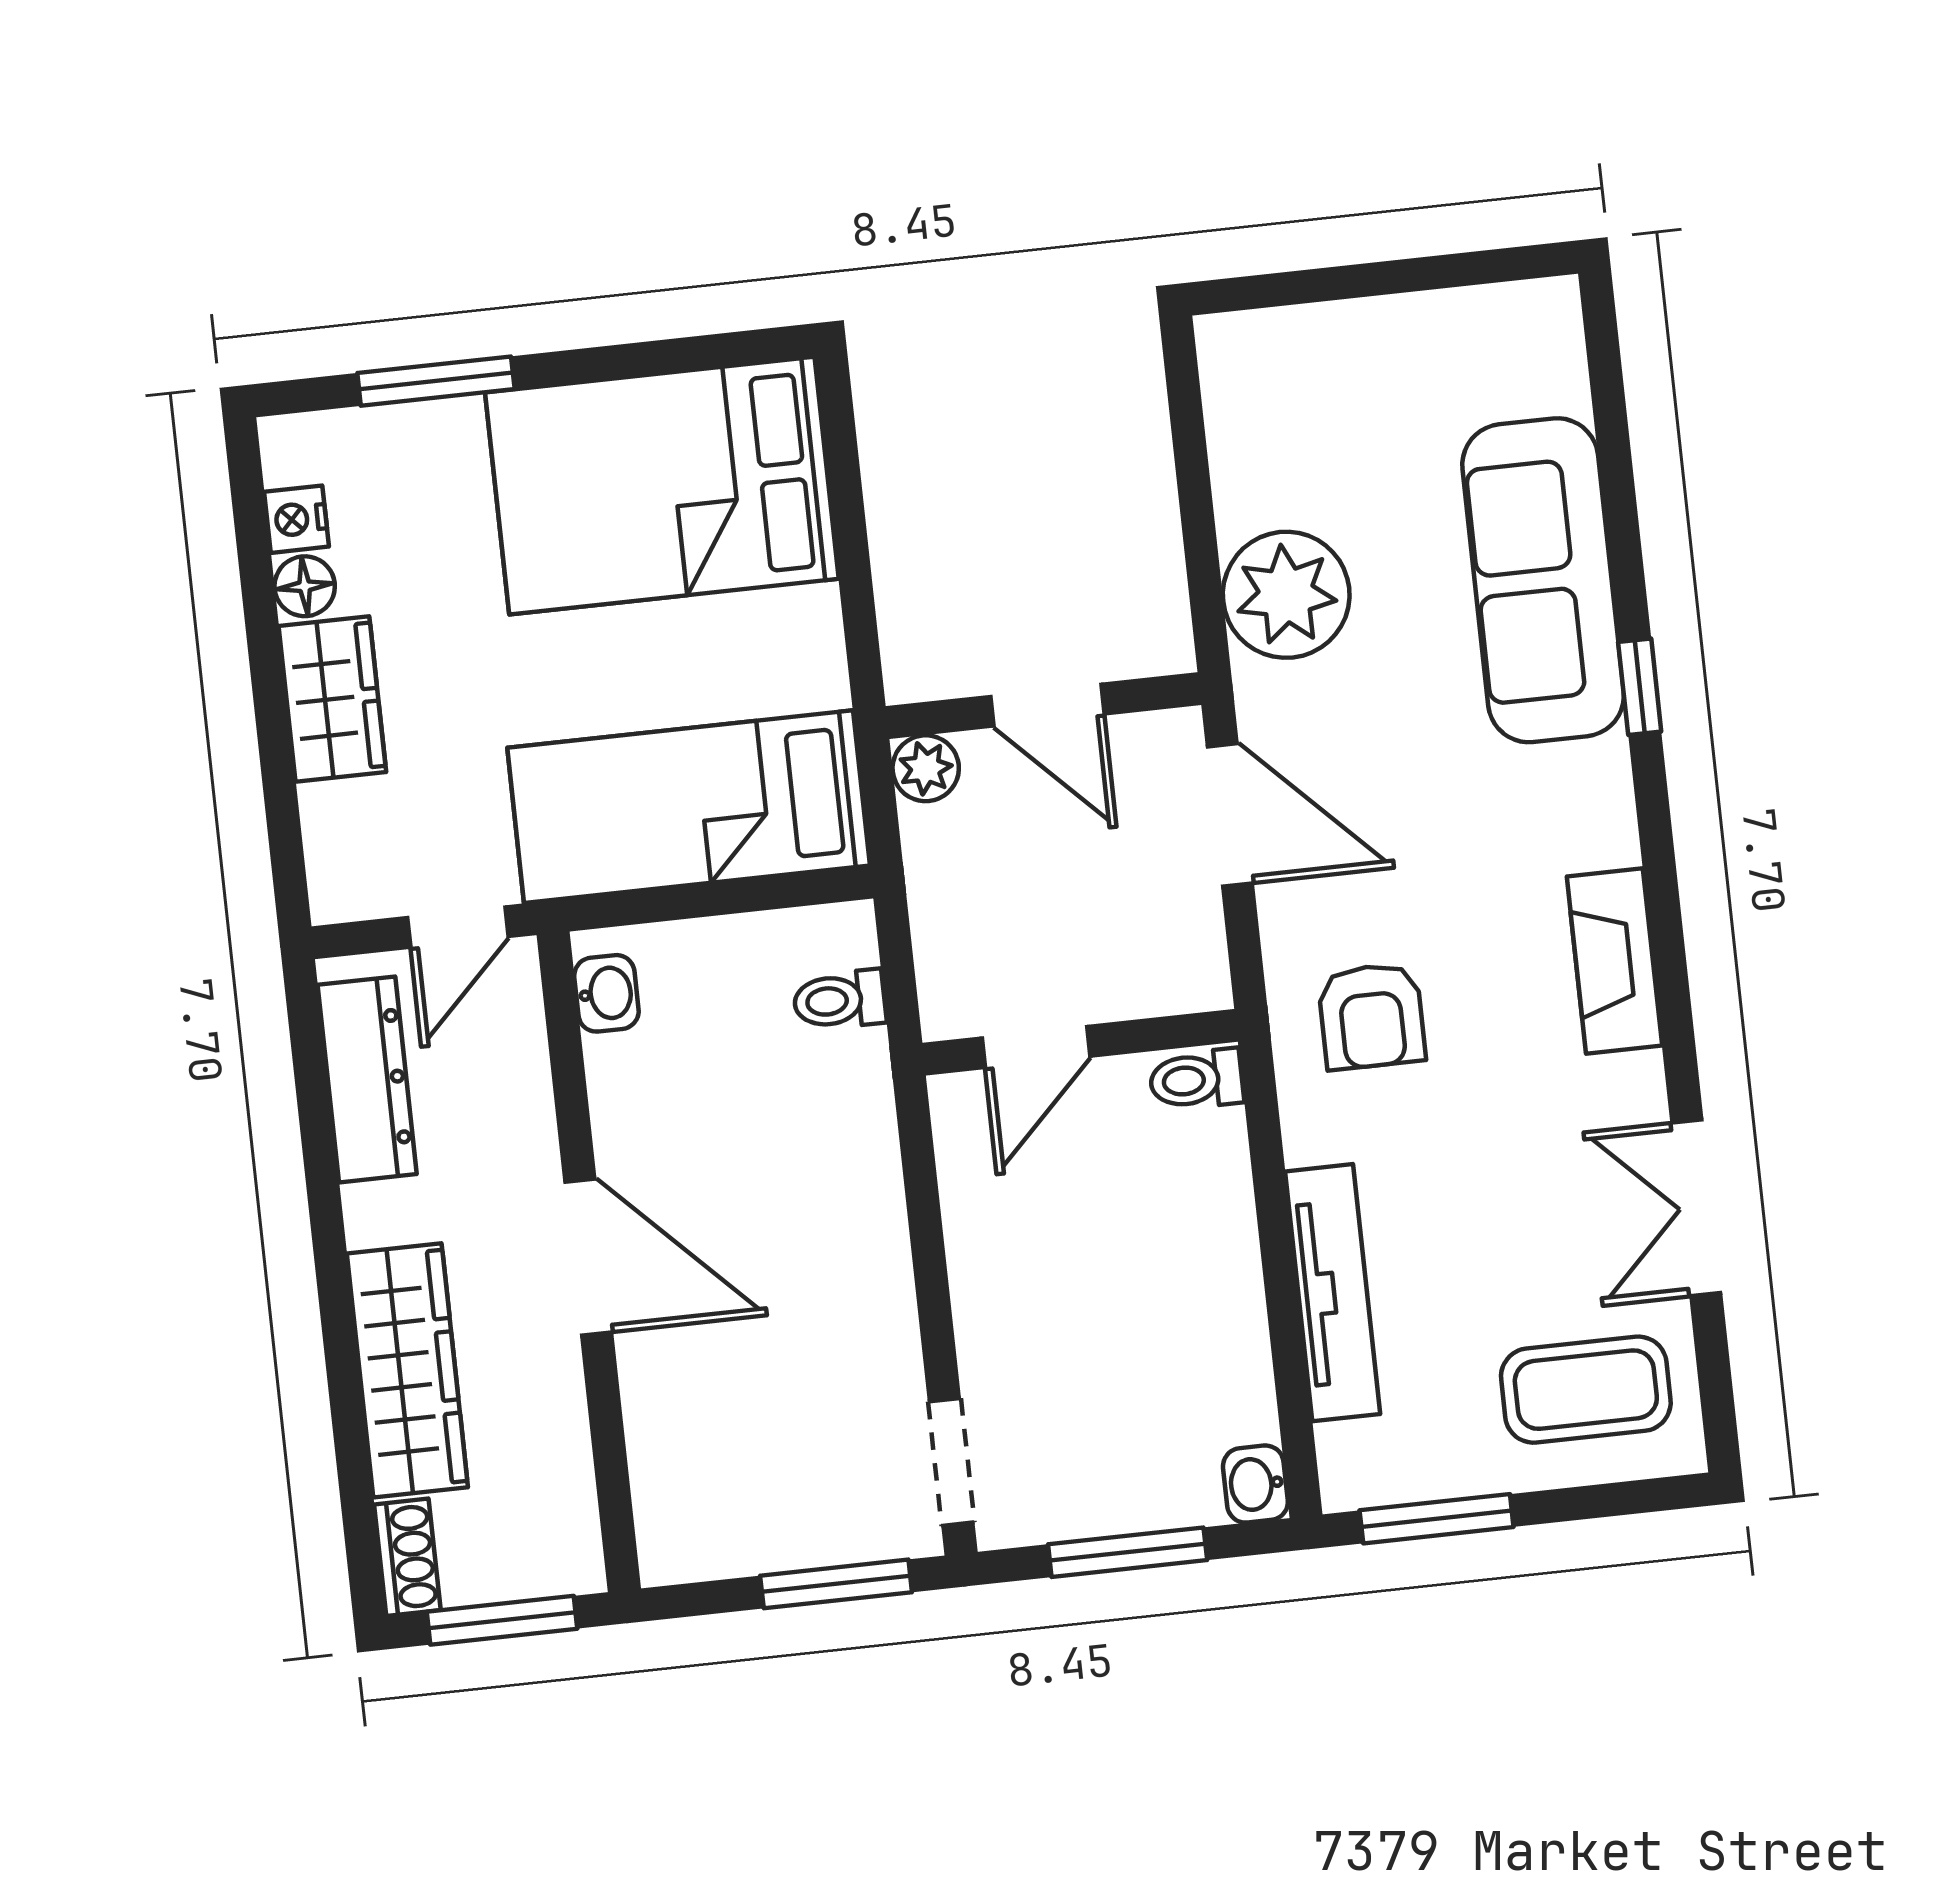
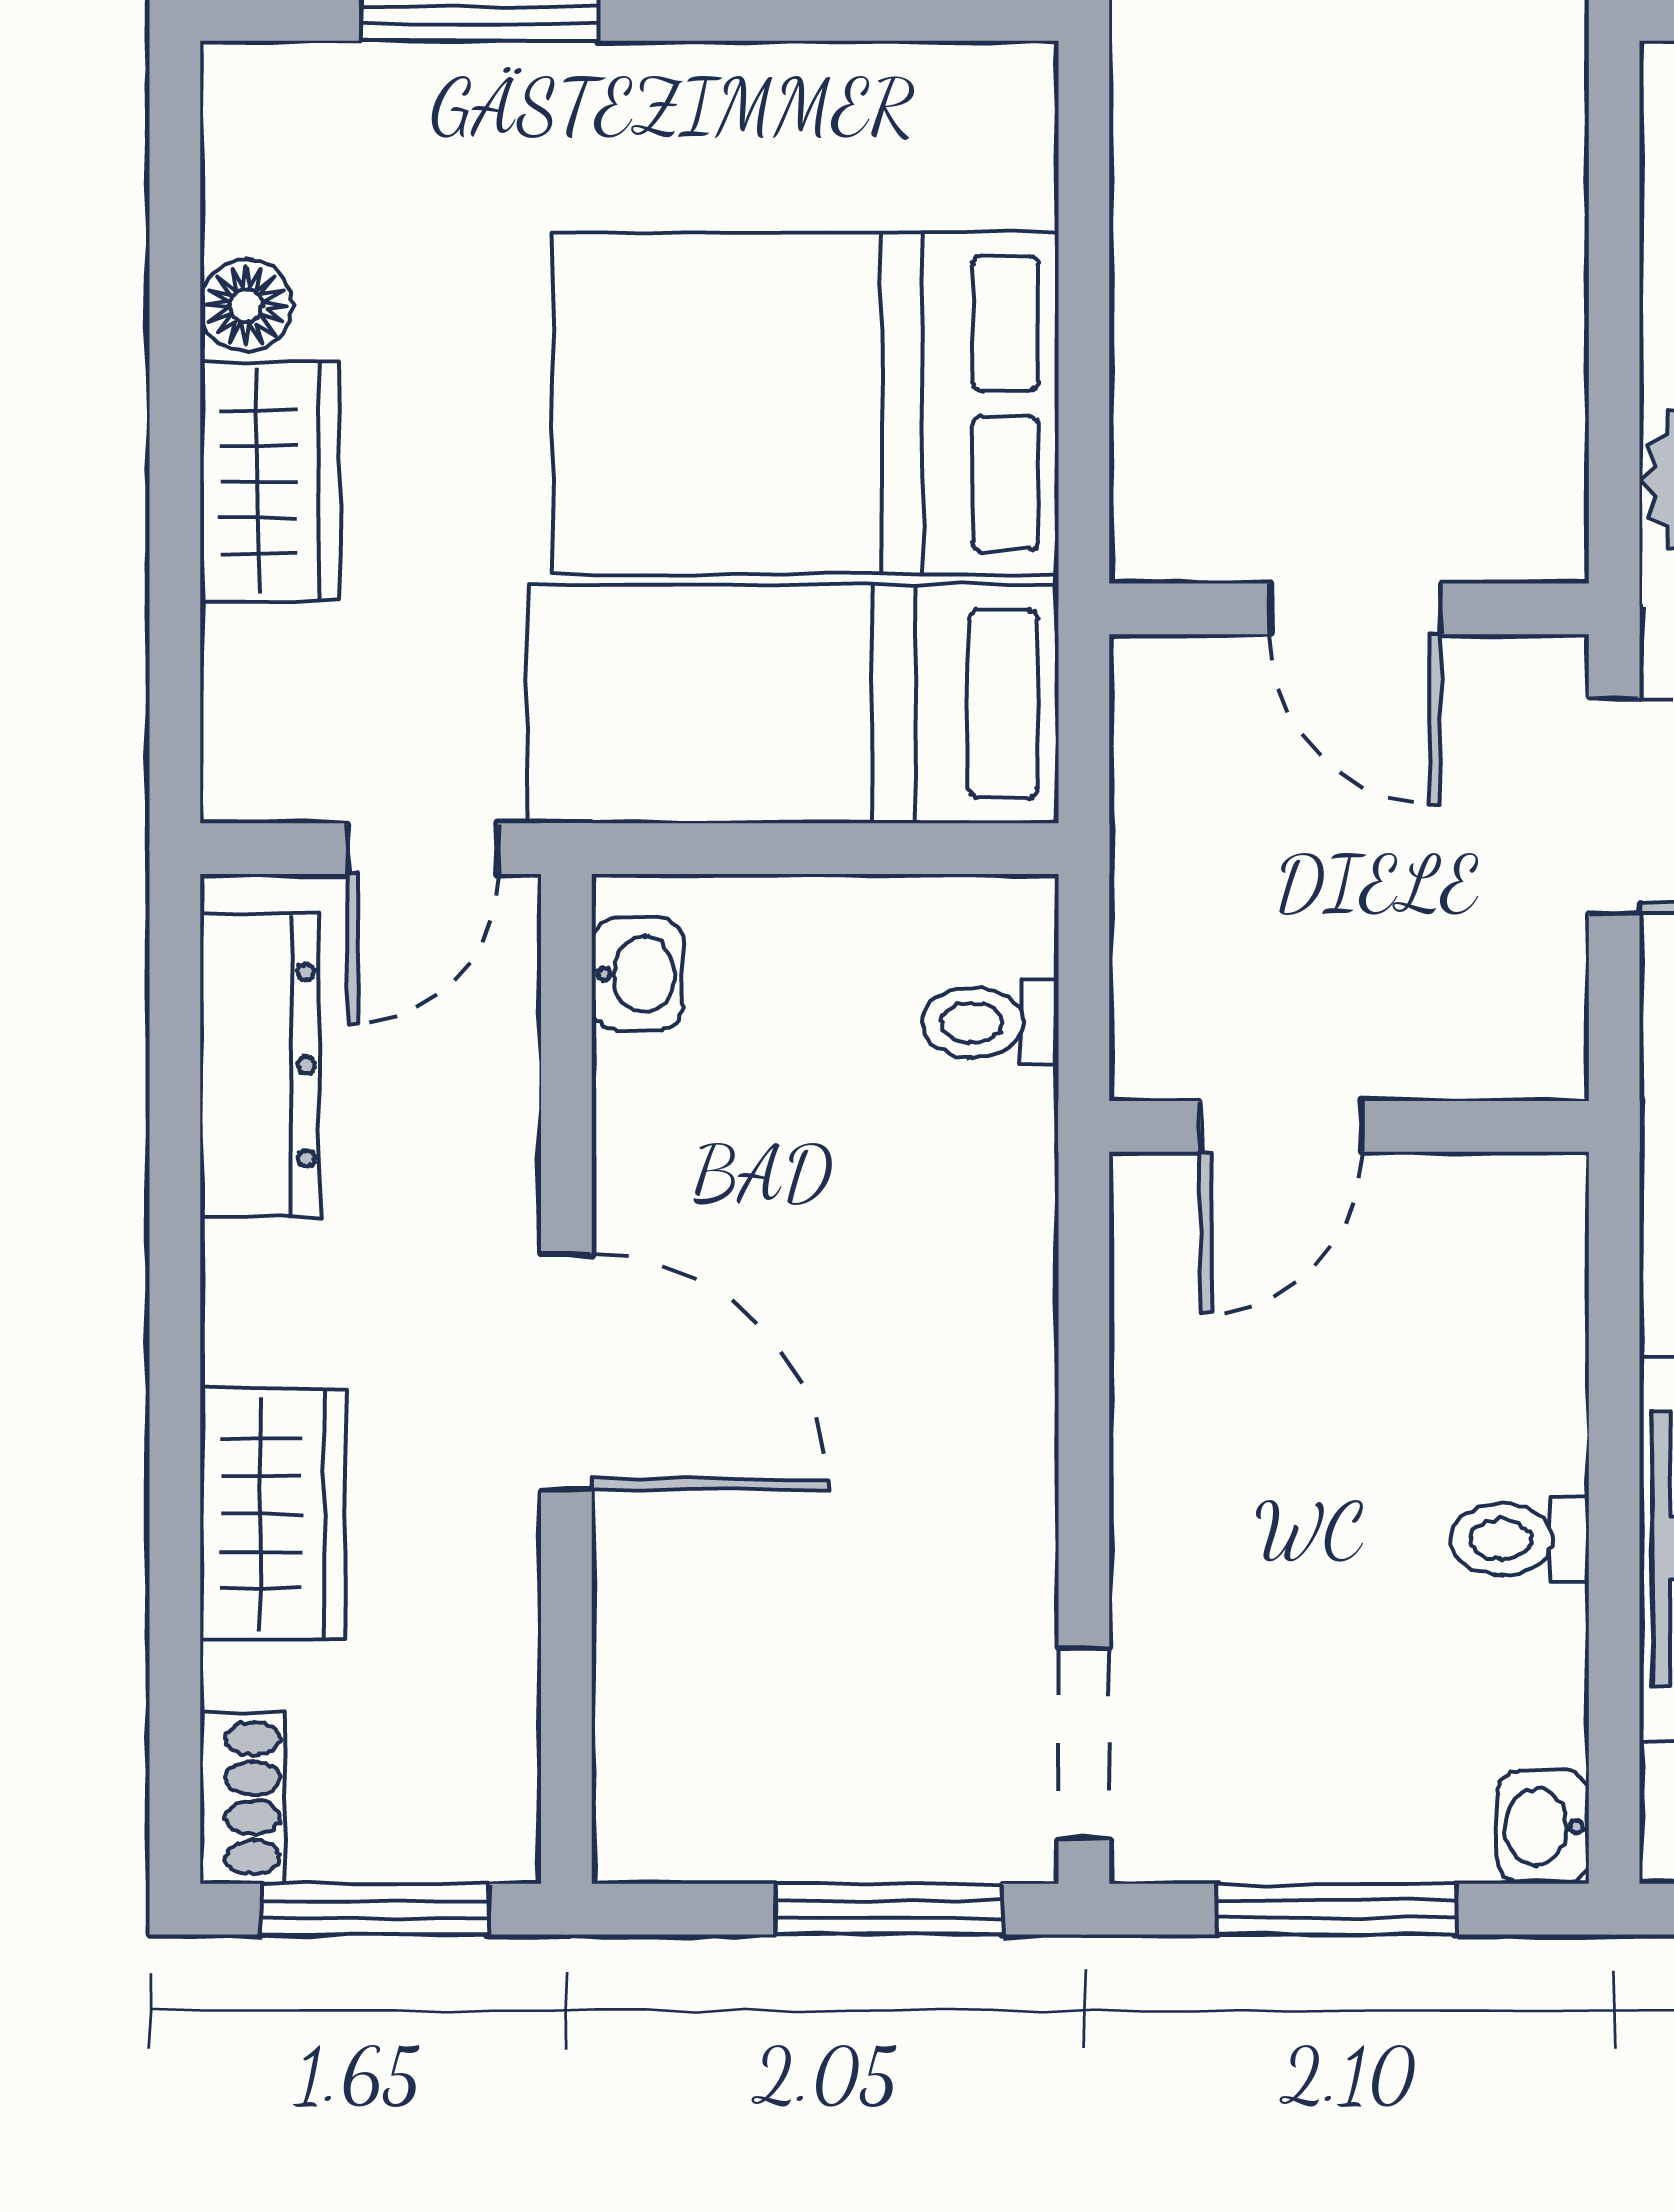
bed: (662, 486) -> (806, 403), moved
nightstand: (296, 519) -> (245, 202), removed
plant: (926, 768) -> (1160, 685), removed
toilet: (1196, 1080) -> (1520, 1539), moved
wardrobe: (407, 1370) -> (273, 1514), width x0.67

